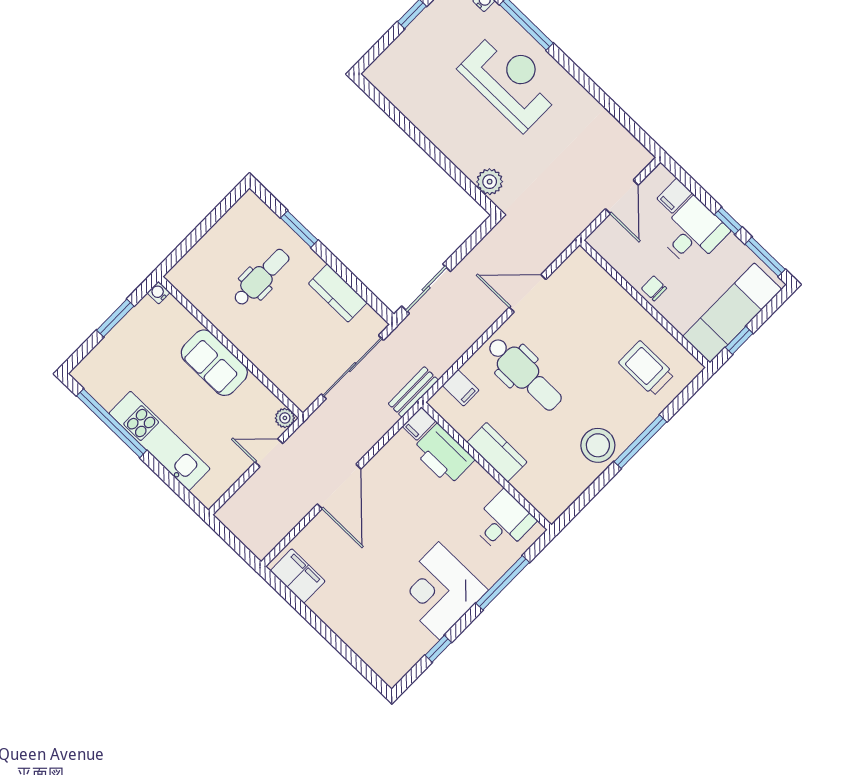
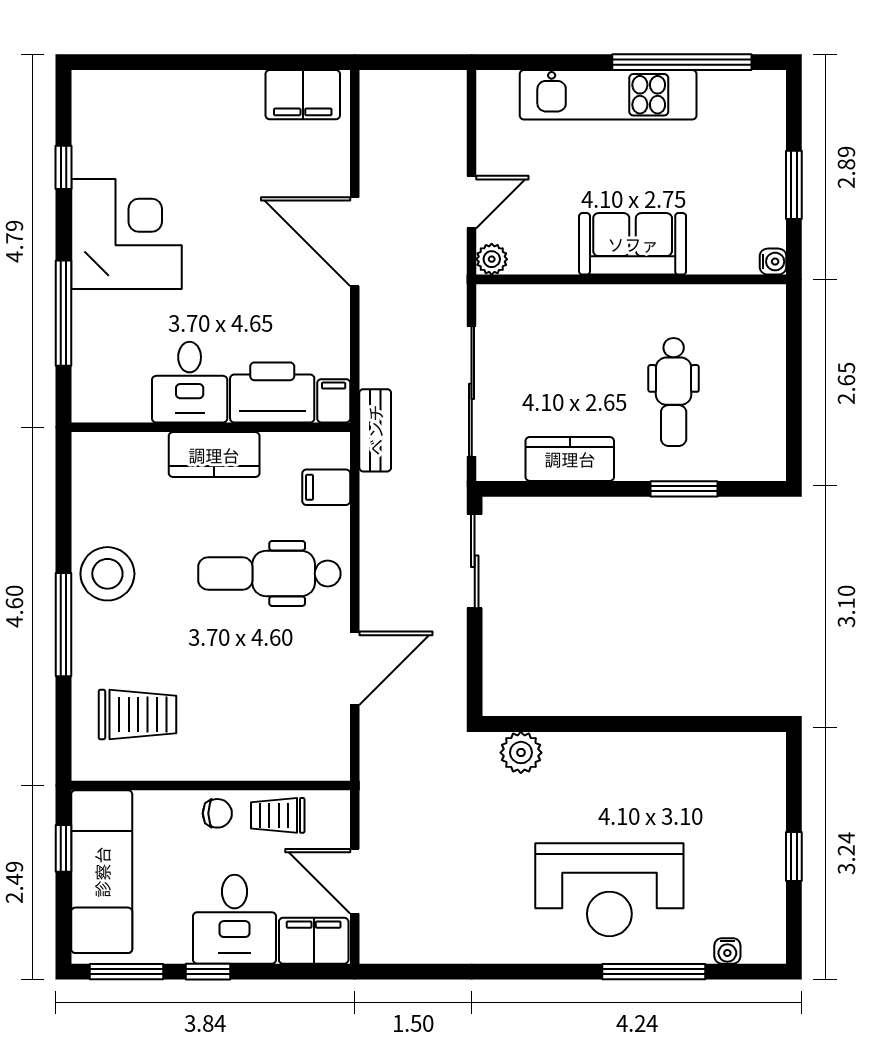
filing cabinet: (675, 196) -> (314, 941), width x2.00
trolley: (628, 261) -> (278, 815), added
desk: (503, 522) -> (190, 382), moved

